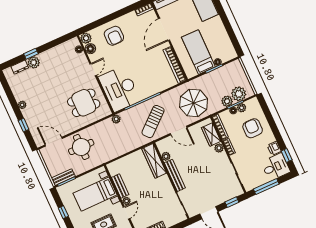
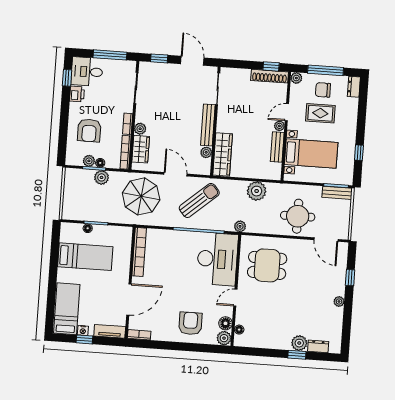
bed: (198, 52) -> (85, 257), moved, turned -90
plant: (239, 94) -> (257, 191), moved

